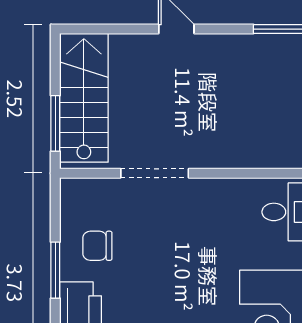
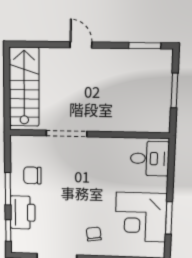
window: (55, 123) -> (7, 102), removed

